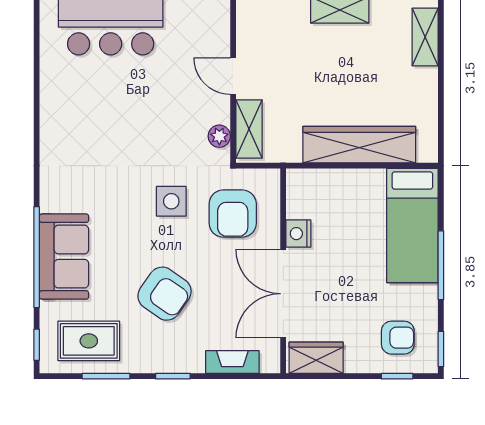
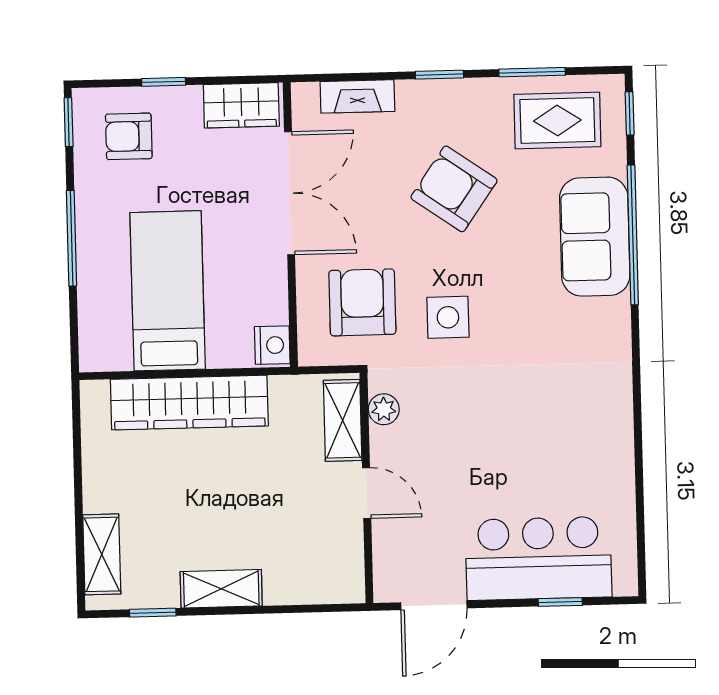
bed: (412, 226) -> (168, 291), moved
nightstand: (298, 234) -> (272, 345), moved
window: (397, 376) -> (164, 82), moved

